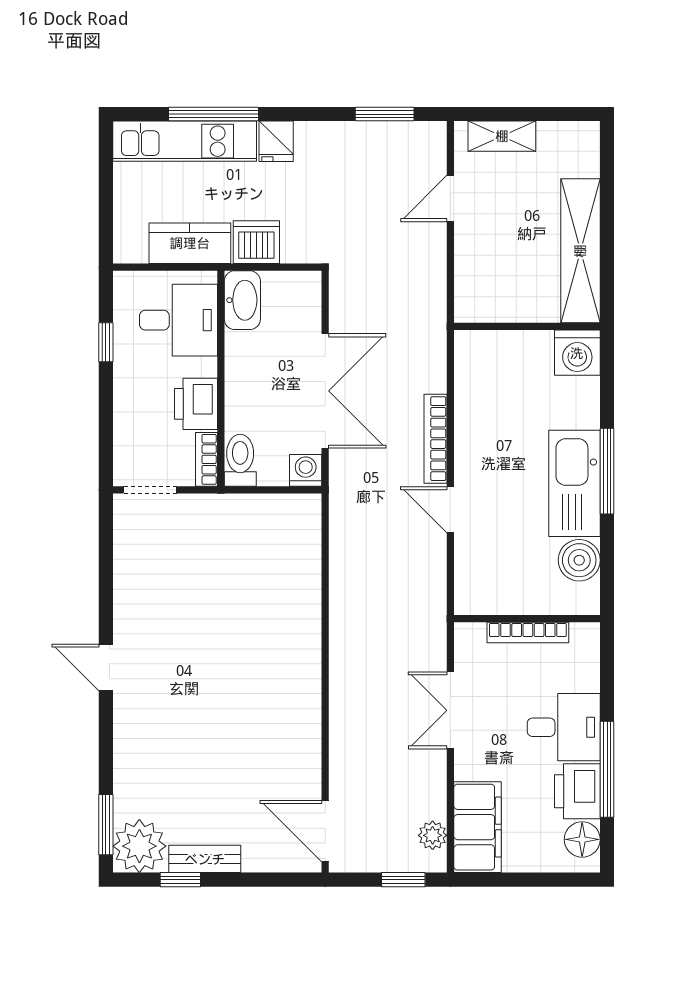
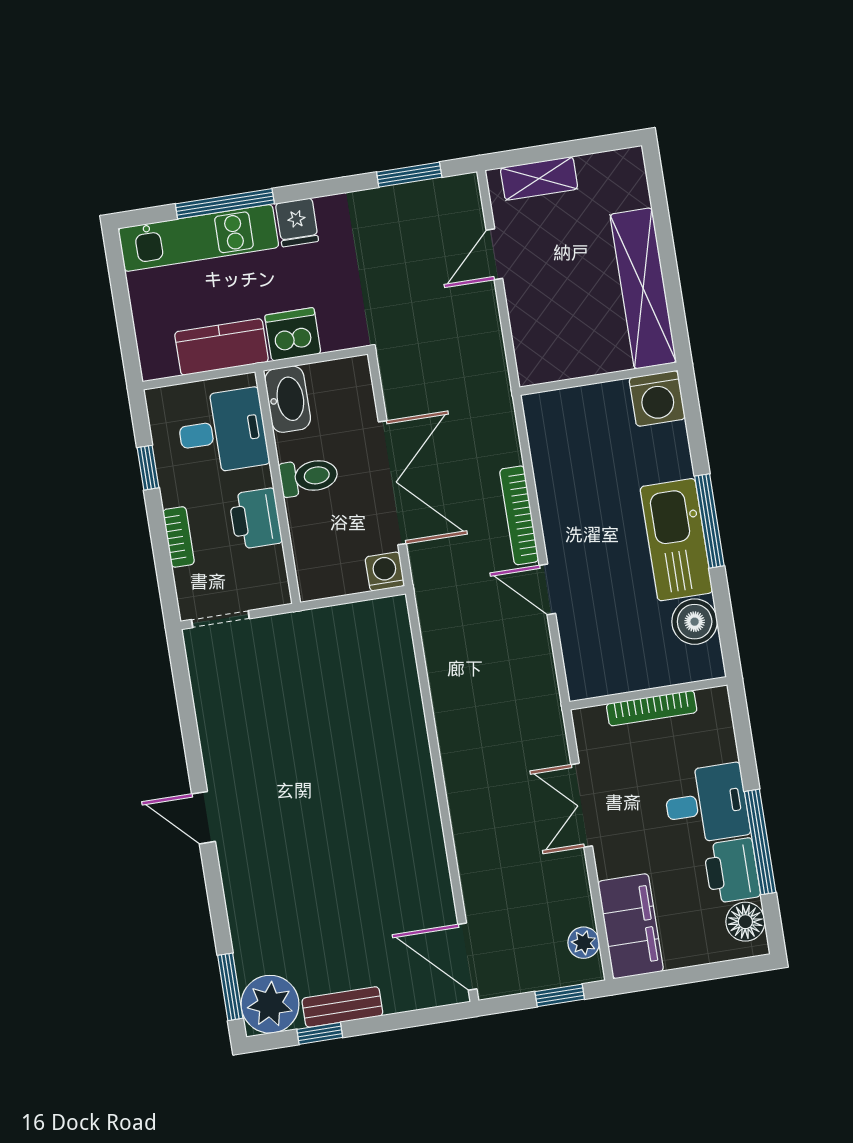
bookcase: (207, 459) -> (179, 537), moved, turned 180
toilet: (240, 460) -> (309, 477), moved, turned 90

